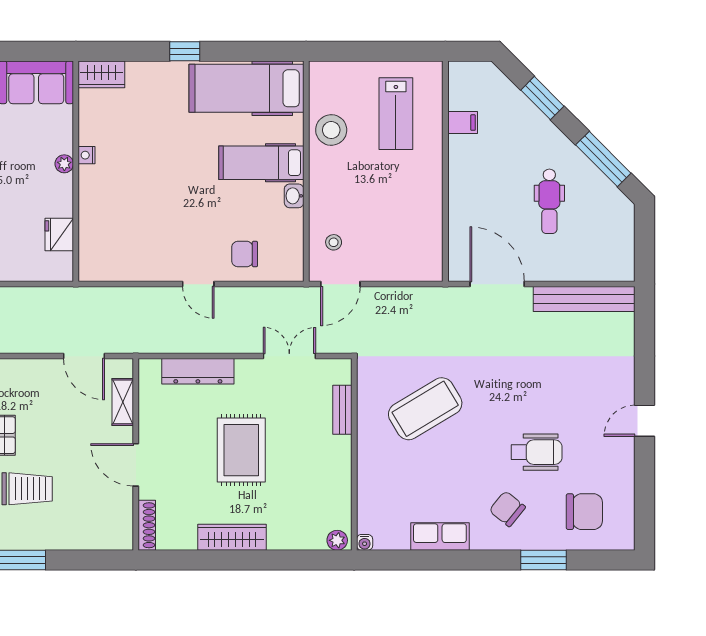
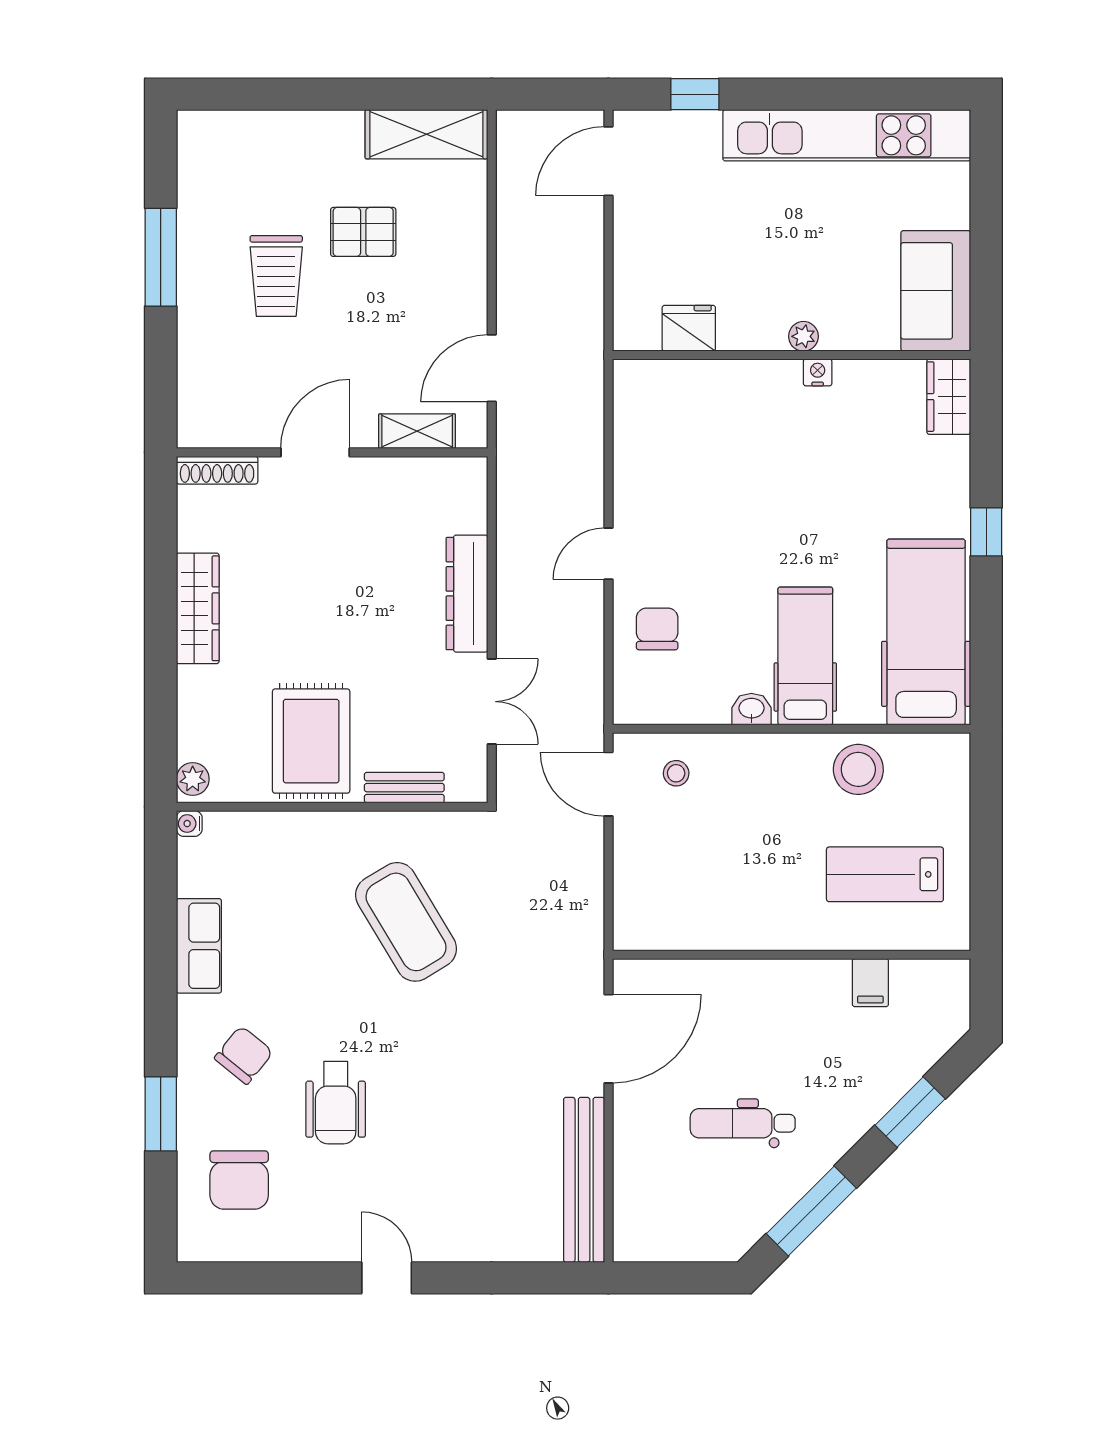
dresser: (198, 371) -> (467, 594), moved
rug: (241, 450) -> (311, 741), moved, turned 90

